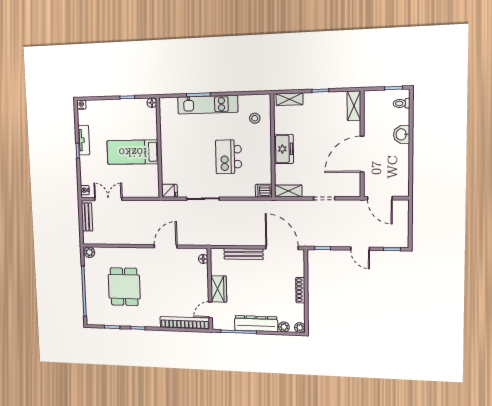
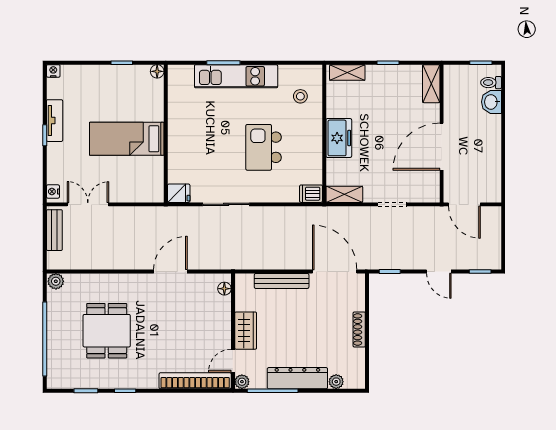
washbasin: (402, 134) -> (491, 102), moved
plant: (300, 328) -> (242, 382), moved

